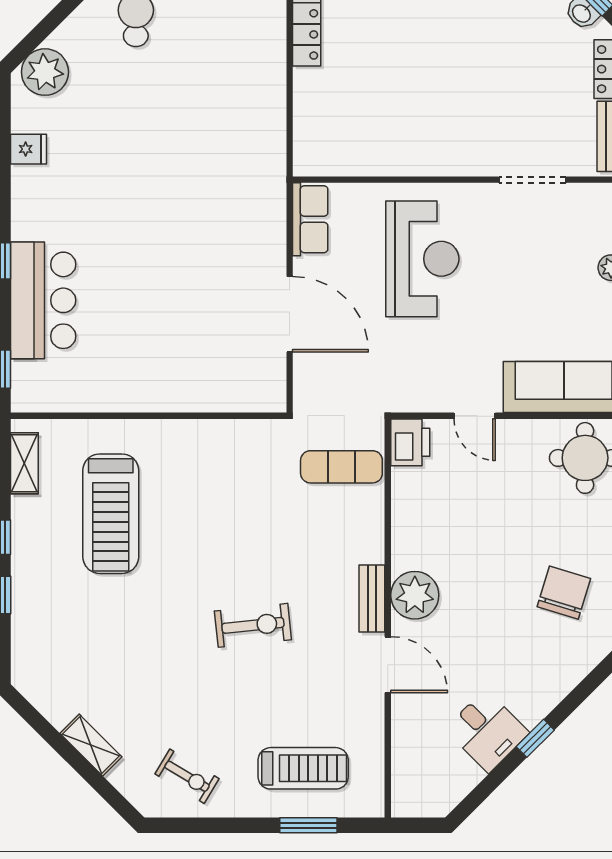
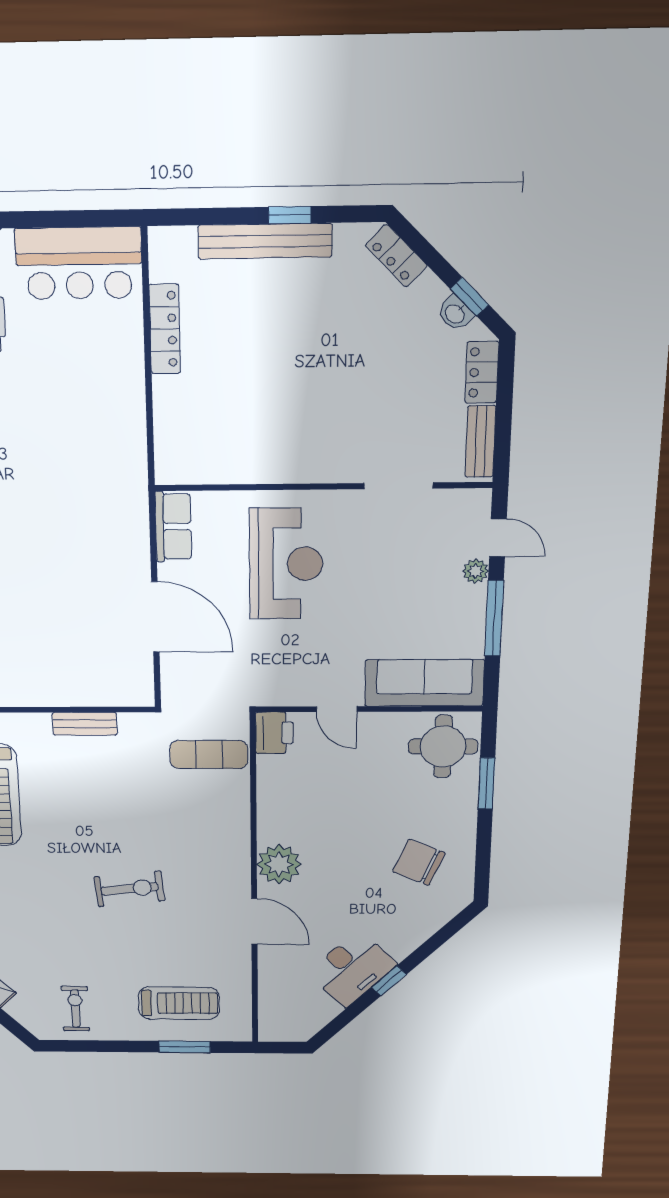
chair: (564, 593) -> (419, 862), turned -84
bench: (372, 599) -> (85, 724), moved, turned 90
desk: (487, 731) -> (352, 969), width x1.37
exercise bike: (187, 776) -> (75, 1009), turned -121

